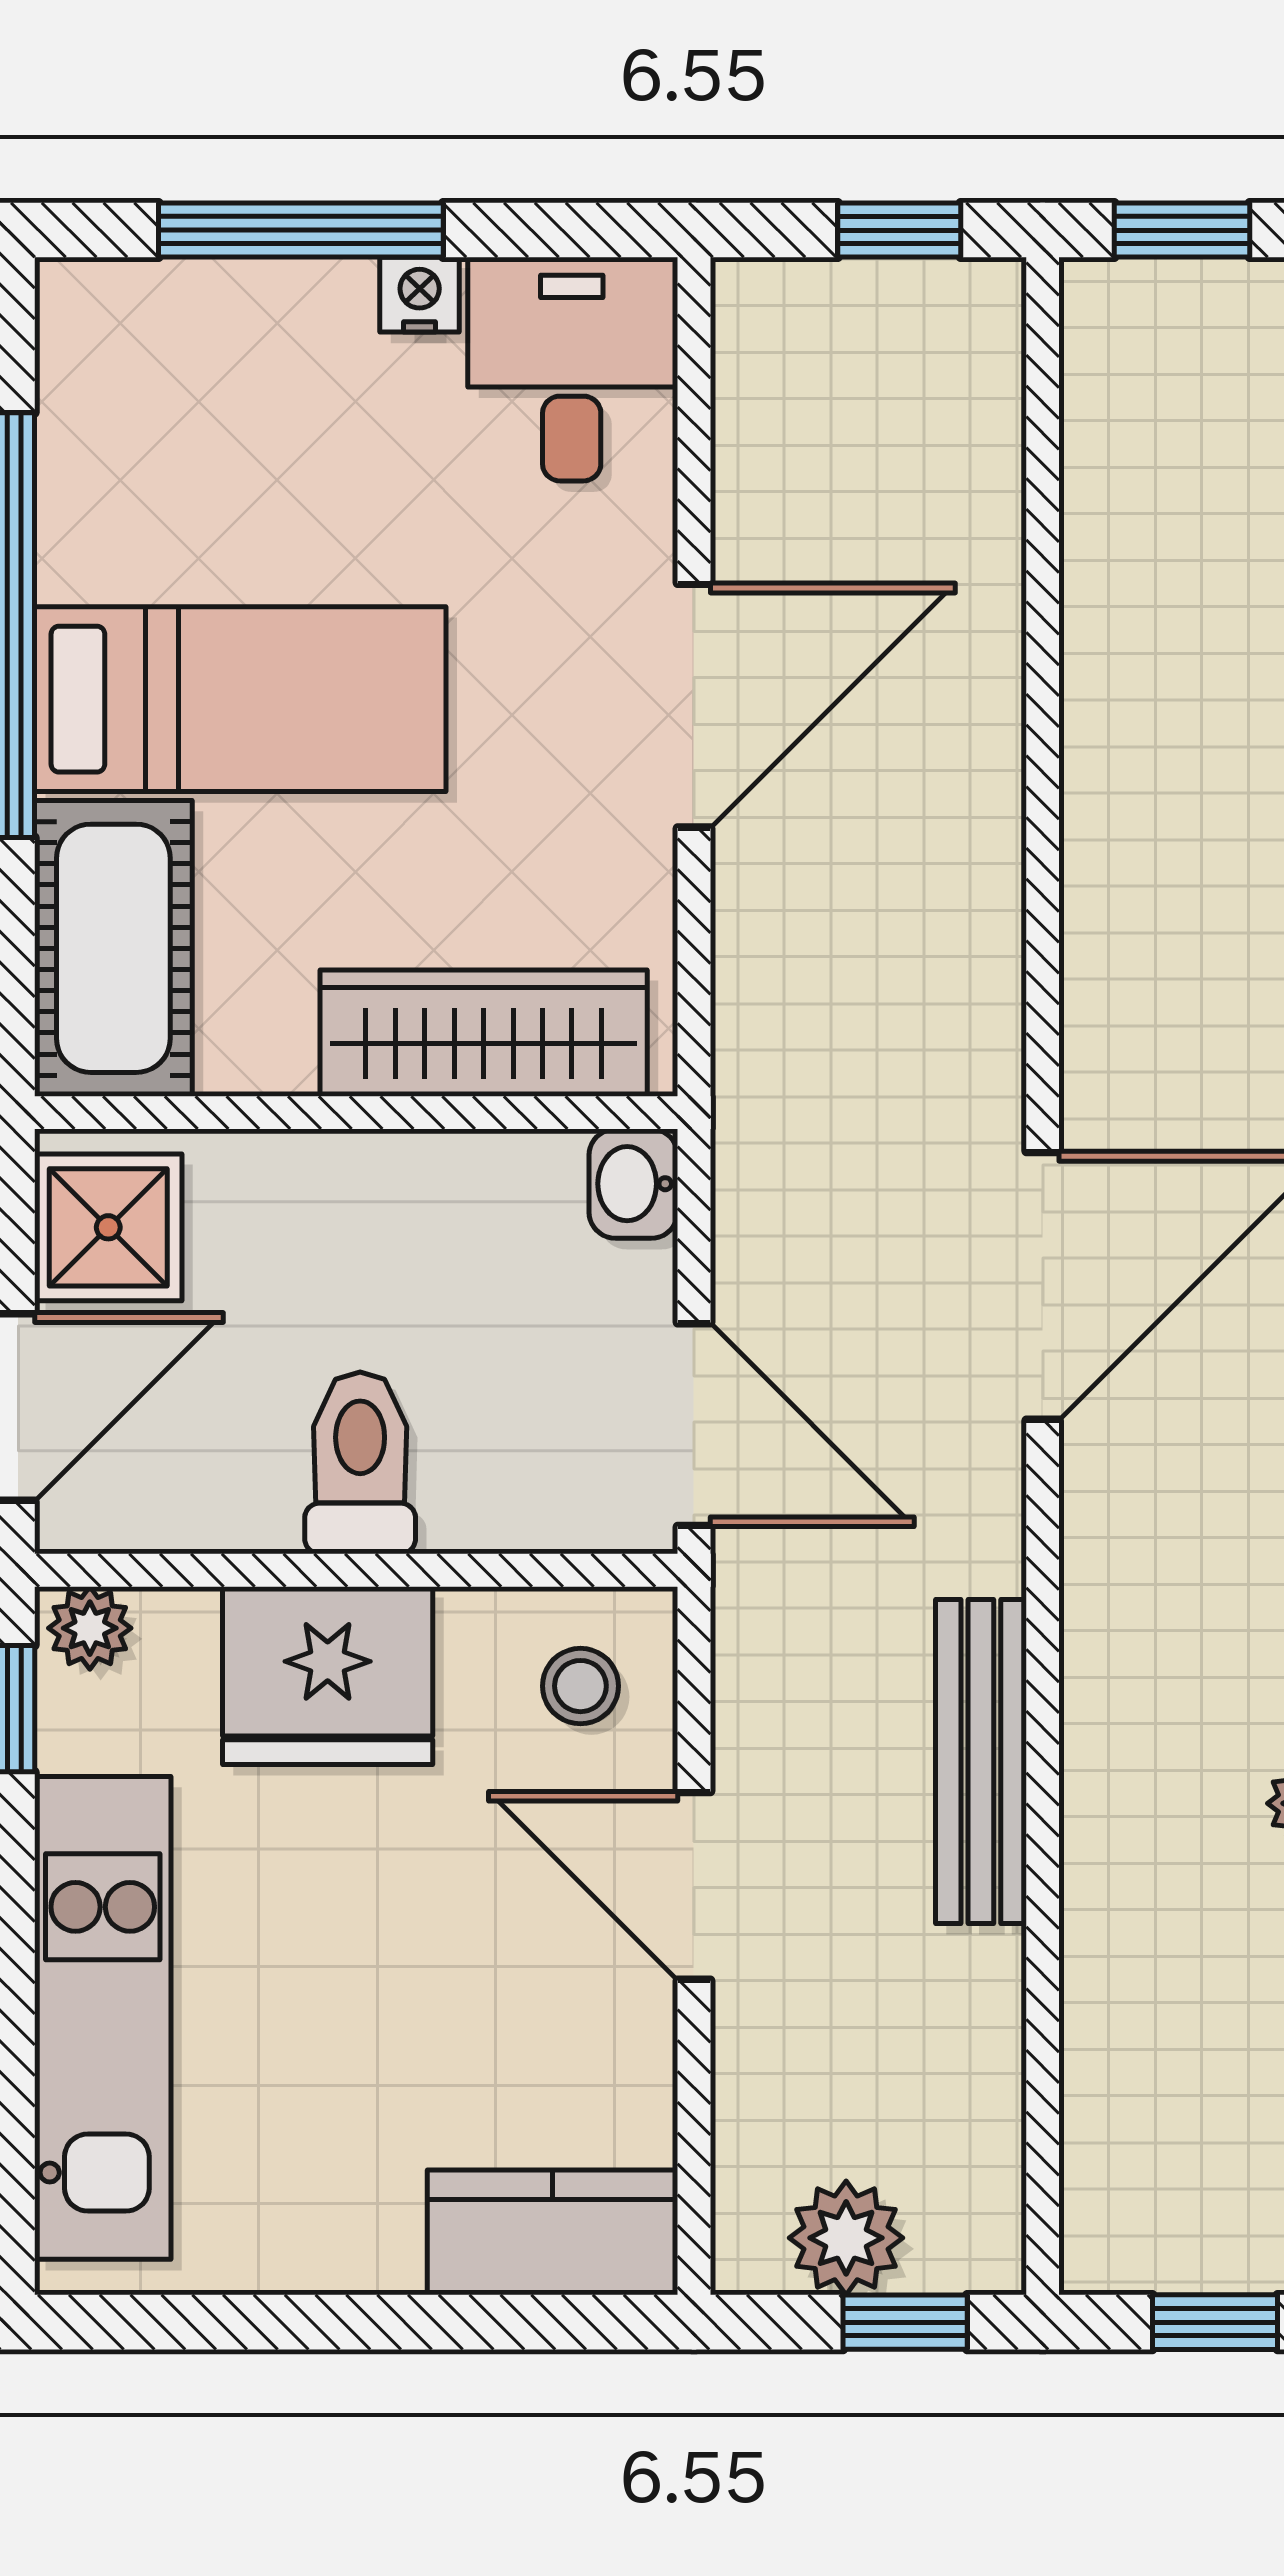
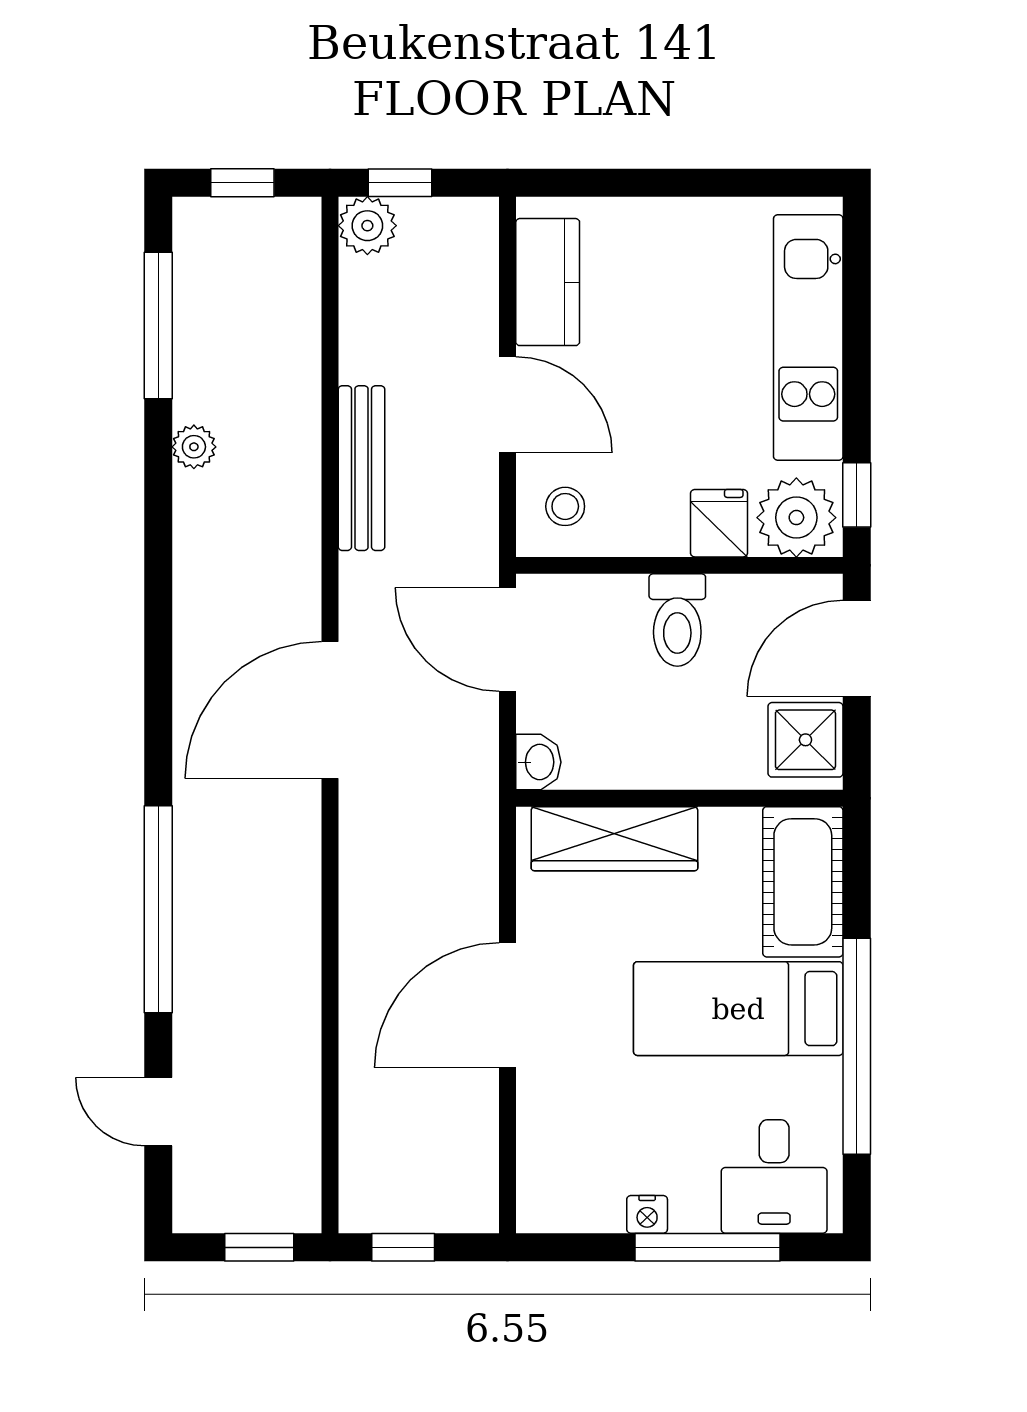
desk: (572, 369) -> (774, 1176), moved
plant: (90, 1628) -> (796, 518), width x1.88, depth x1.88
fridge: (328, 1676) -> (719, 523), width x0.53, depth x0.75
kitchen counter: (552, 2232) -> (548, 282), moved, turned -90
plant: (846, 2238) -> (367, 226), moved

